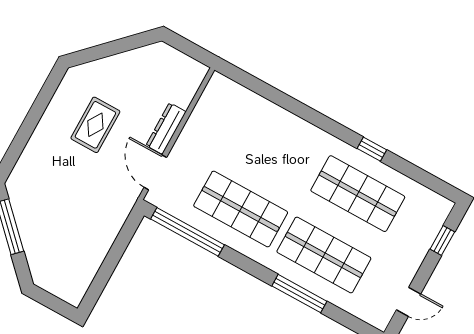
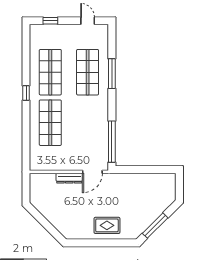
rug: (95, 125) -> (107, 225), moved
window: (372, 149) -> (26, 93), moved
shop shelf: (241, 209) -> (50, 123), moved

